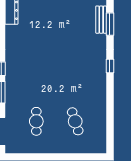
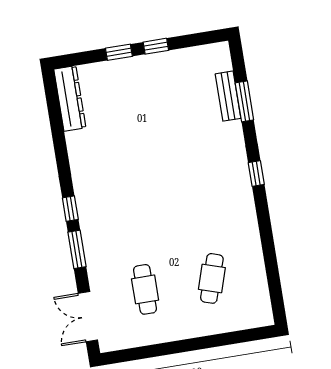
cafe table: (75, 121) -> (212, 278), turned 36

